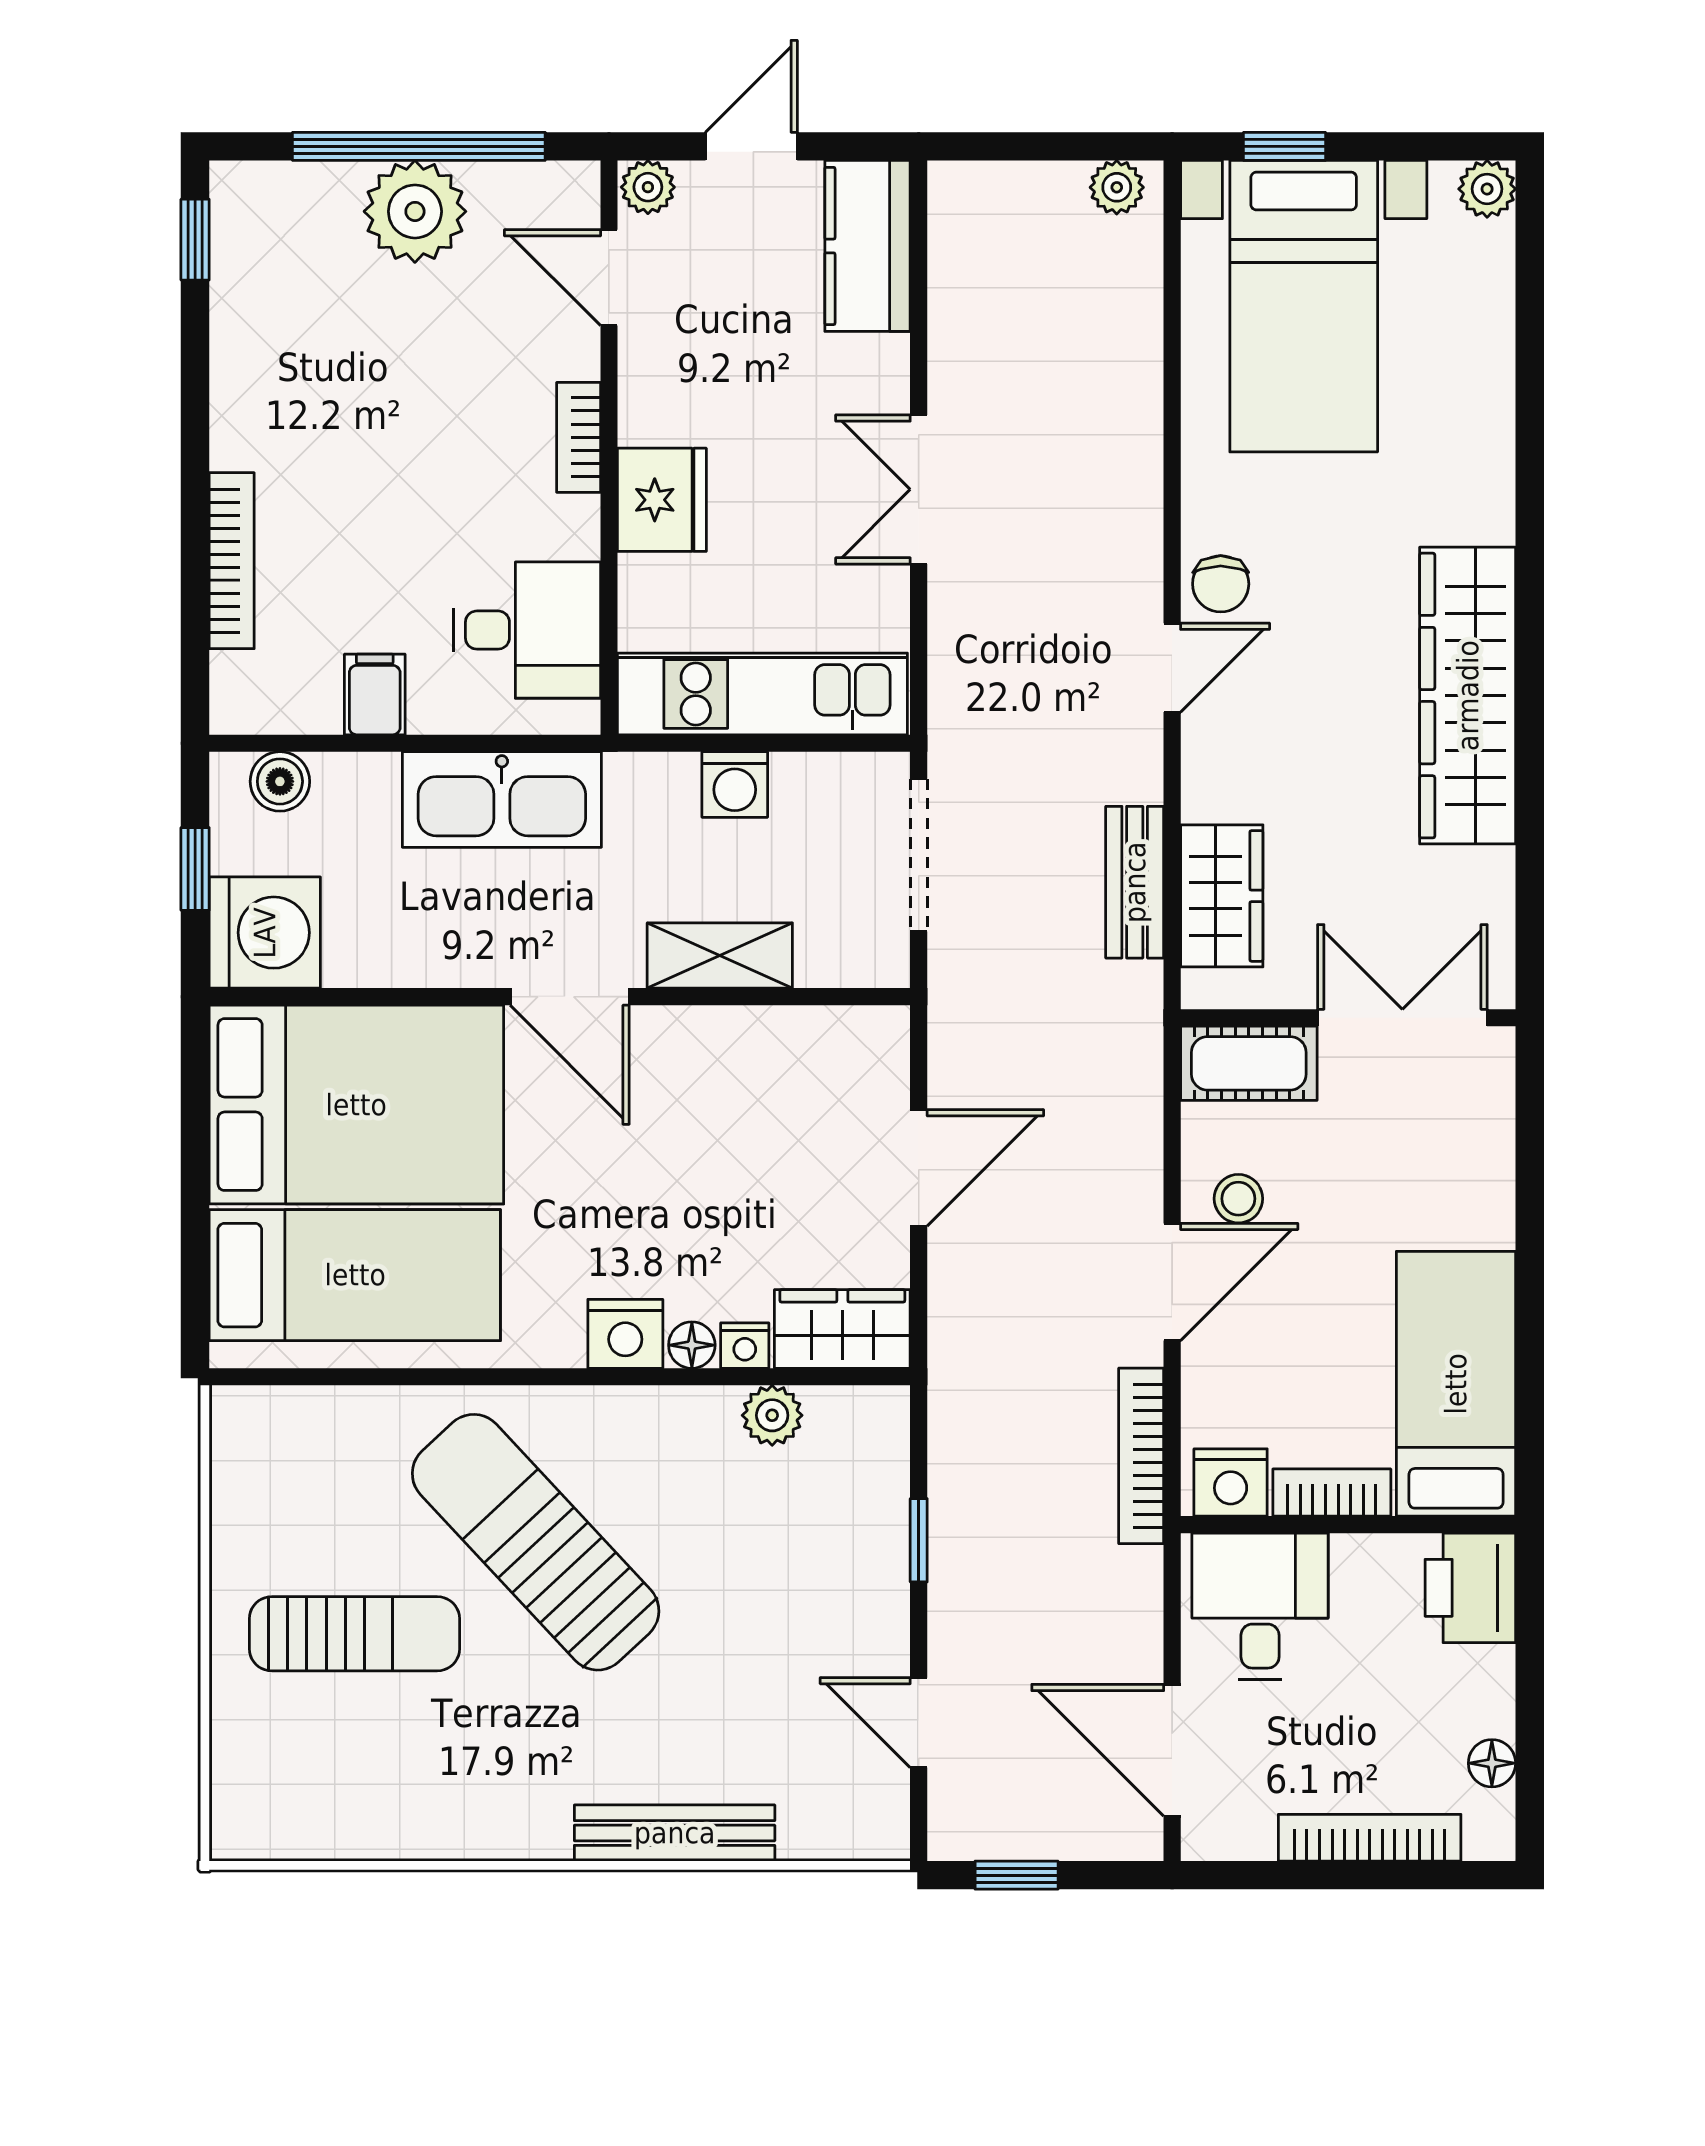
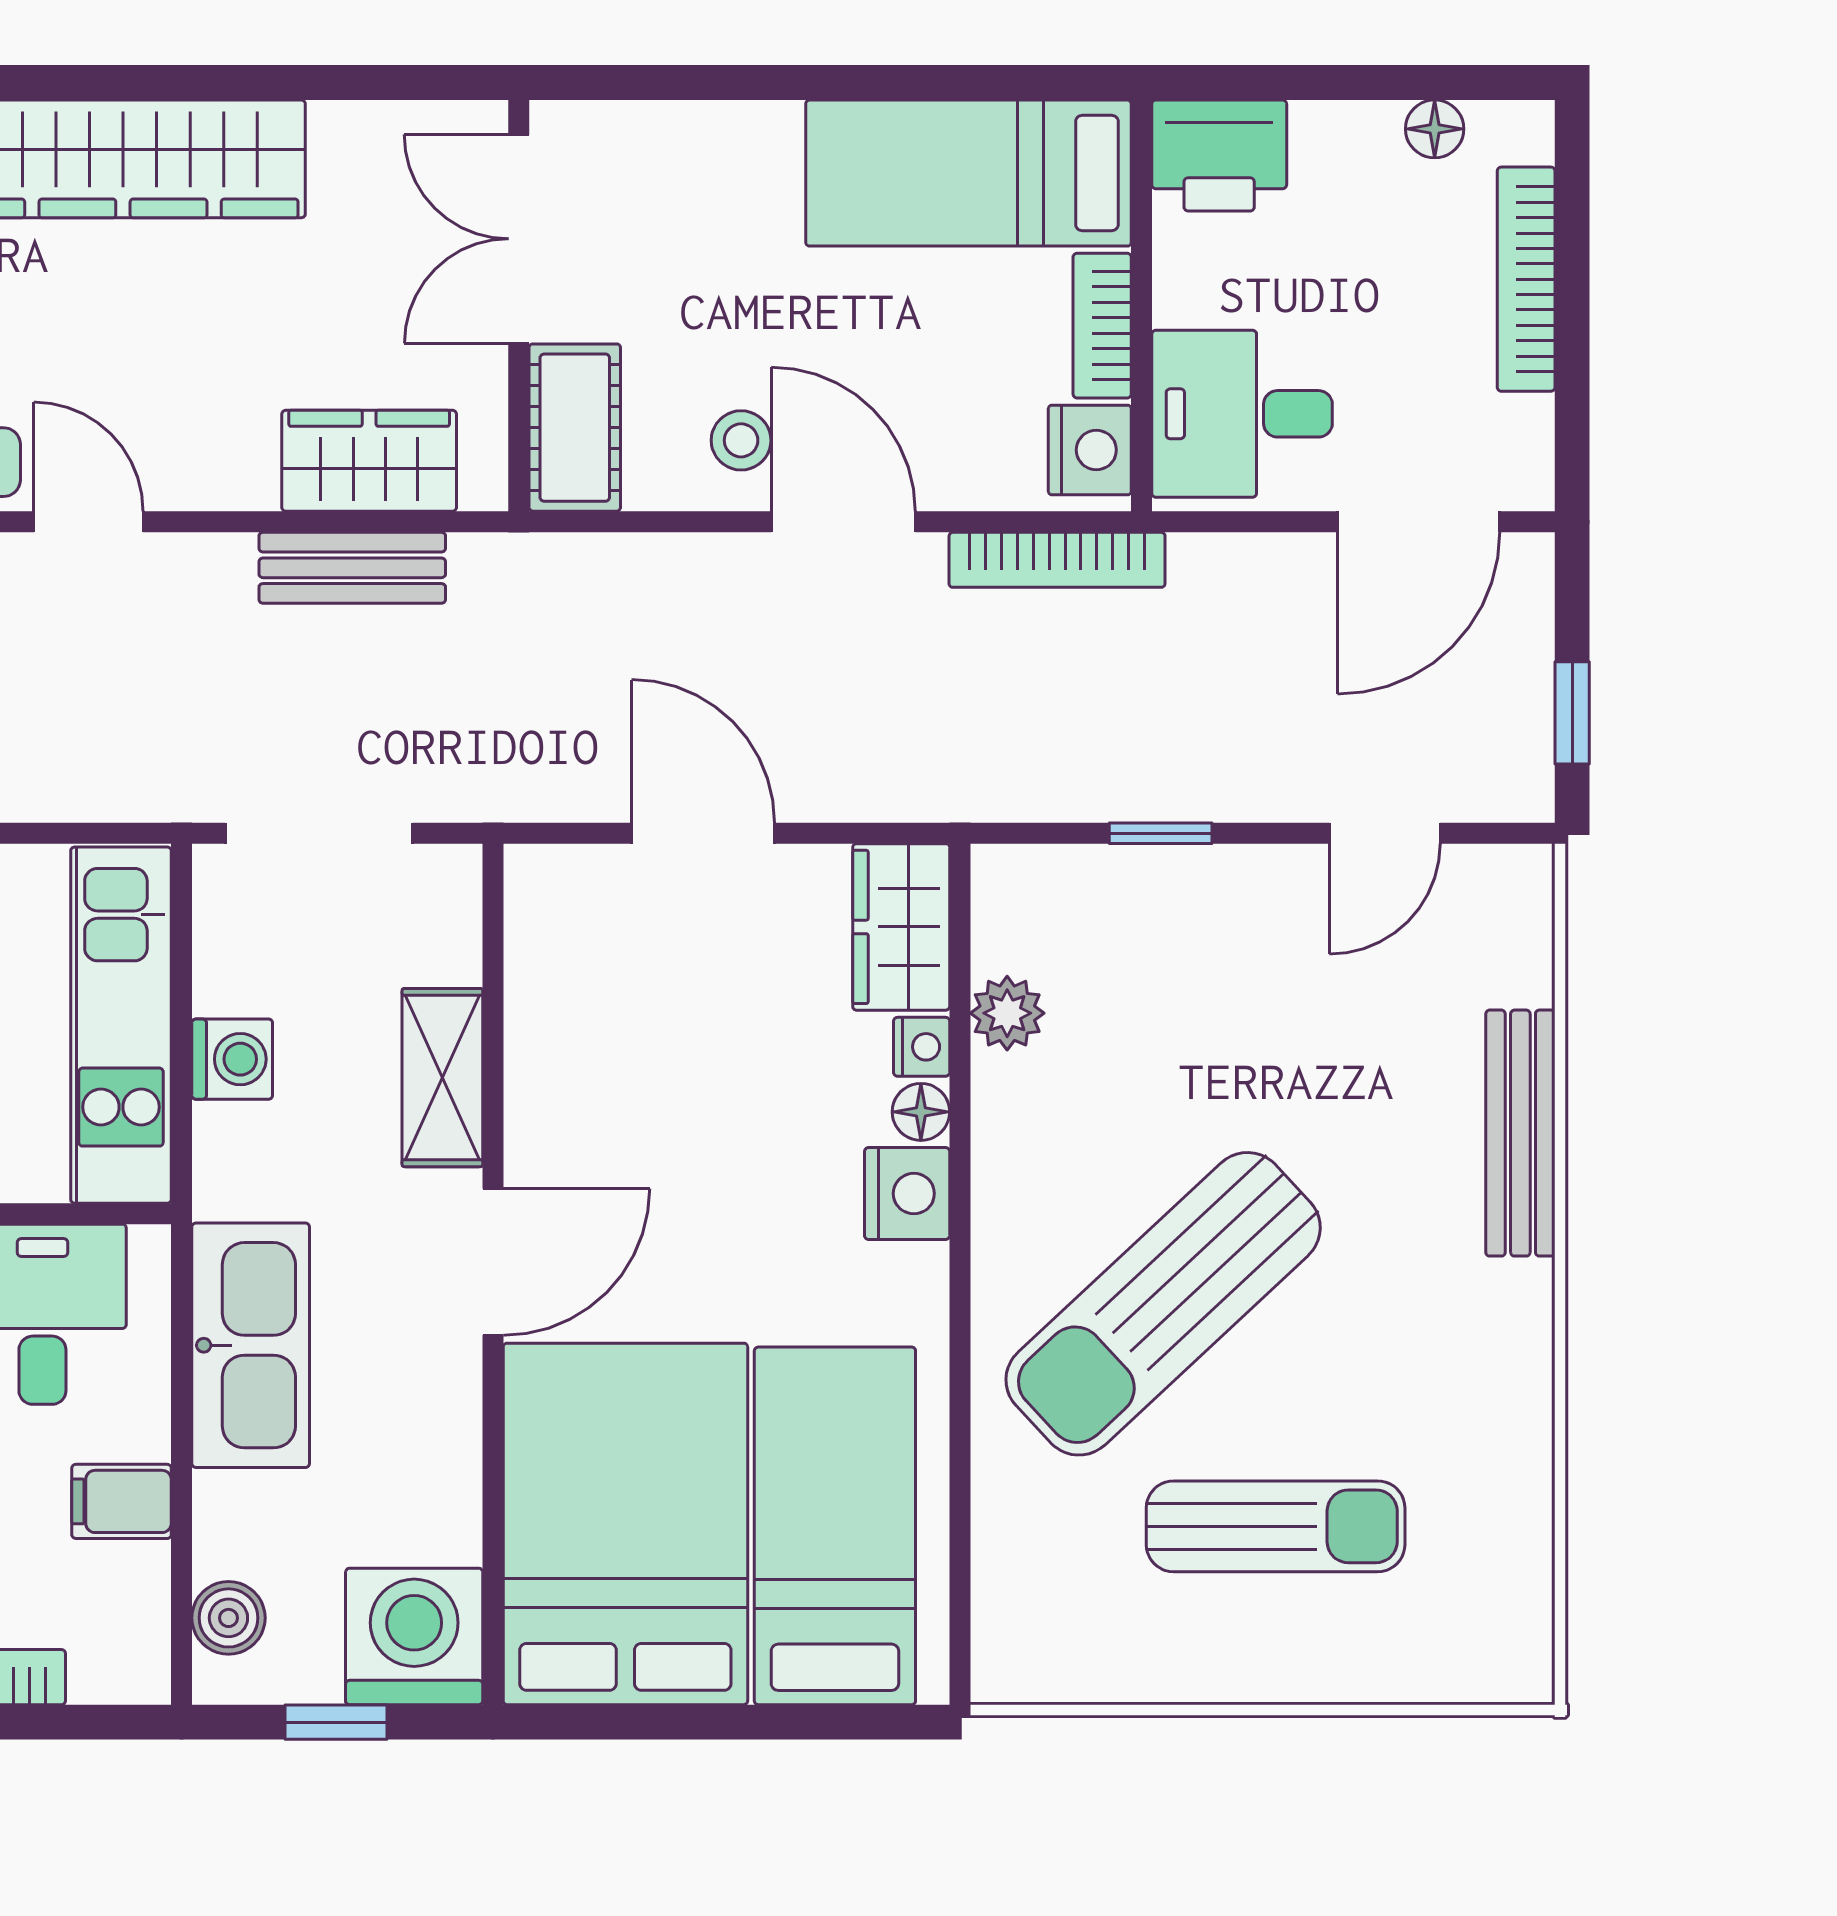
sun lounger: (354, 1634) -> (1276, 1526), turned 90

